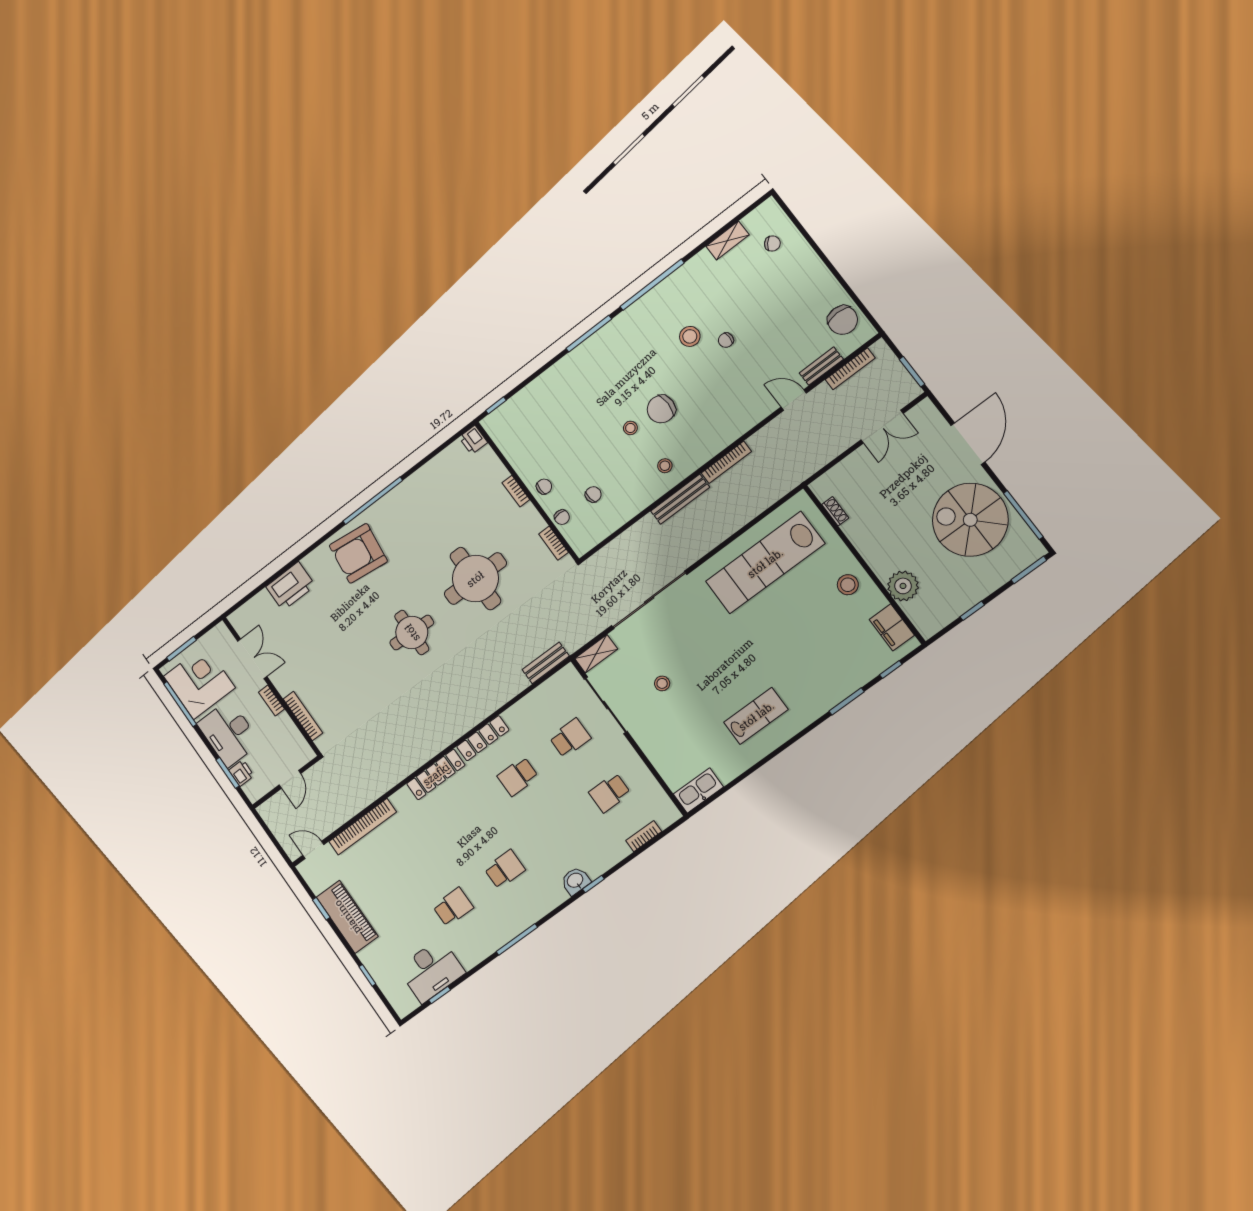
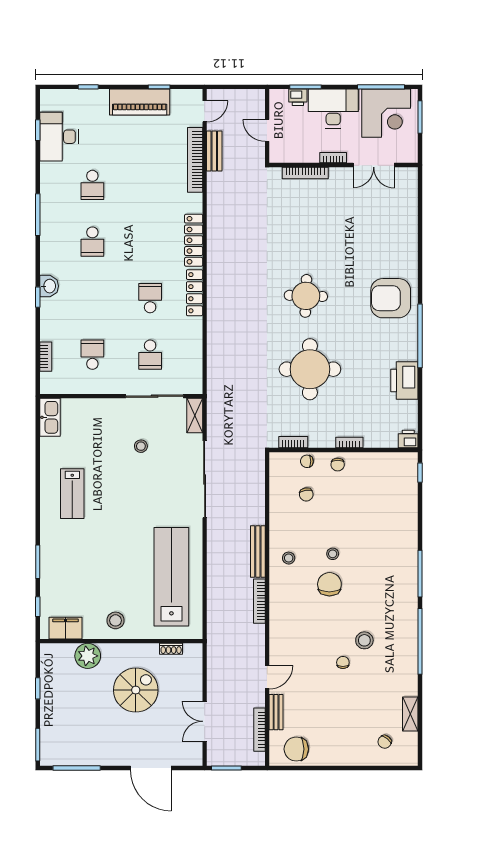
spiral stairs: (970, 520) -> (136, 690), moved, width x0.73, depth x0.73
armchair: (358, 553) -> (391, 298), turned -97
printer: (291, 586) -> (404, 381), moved
bench: (546, 663) -> (214, 151), moved

